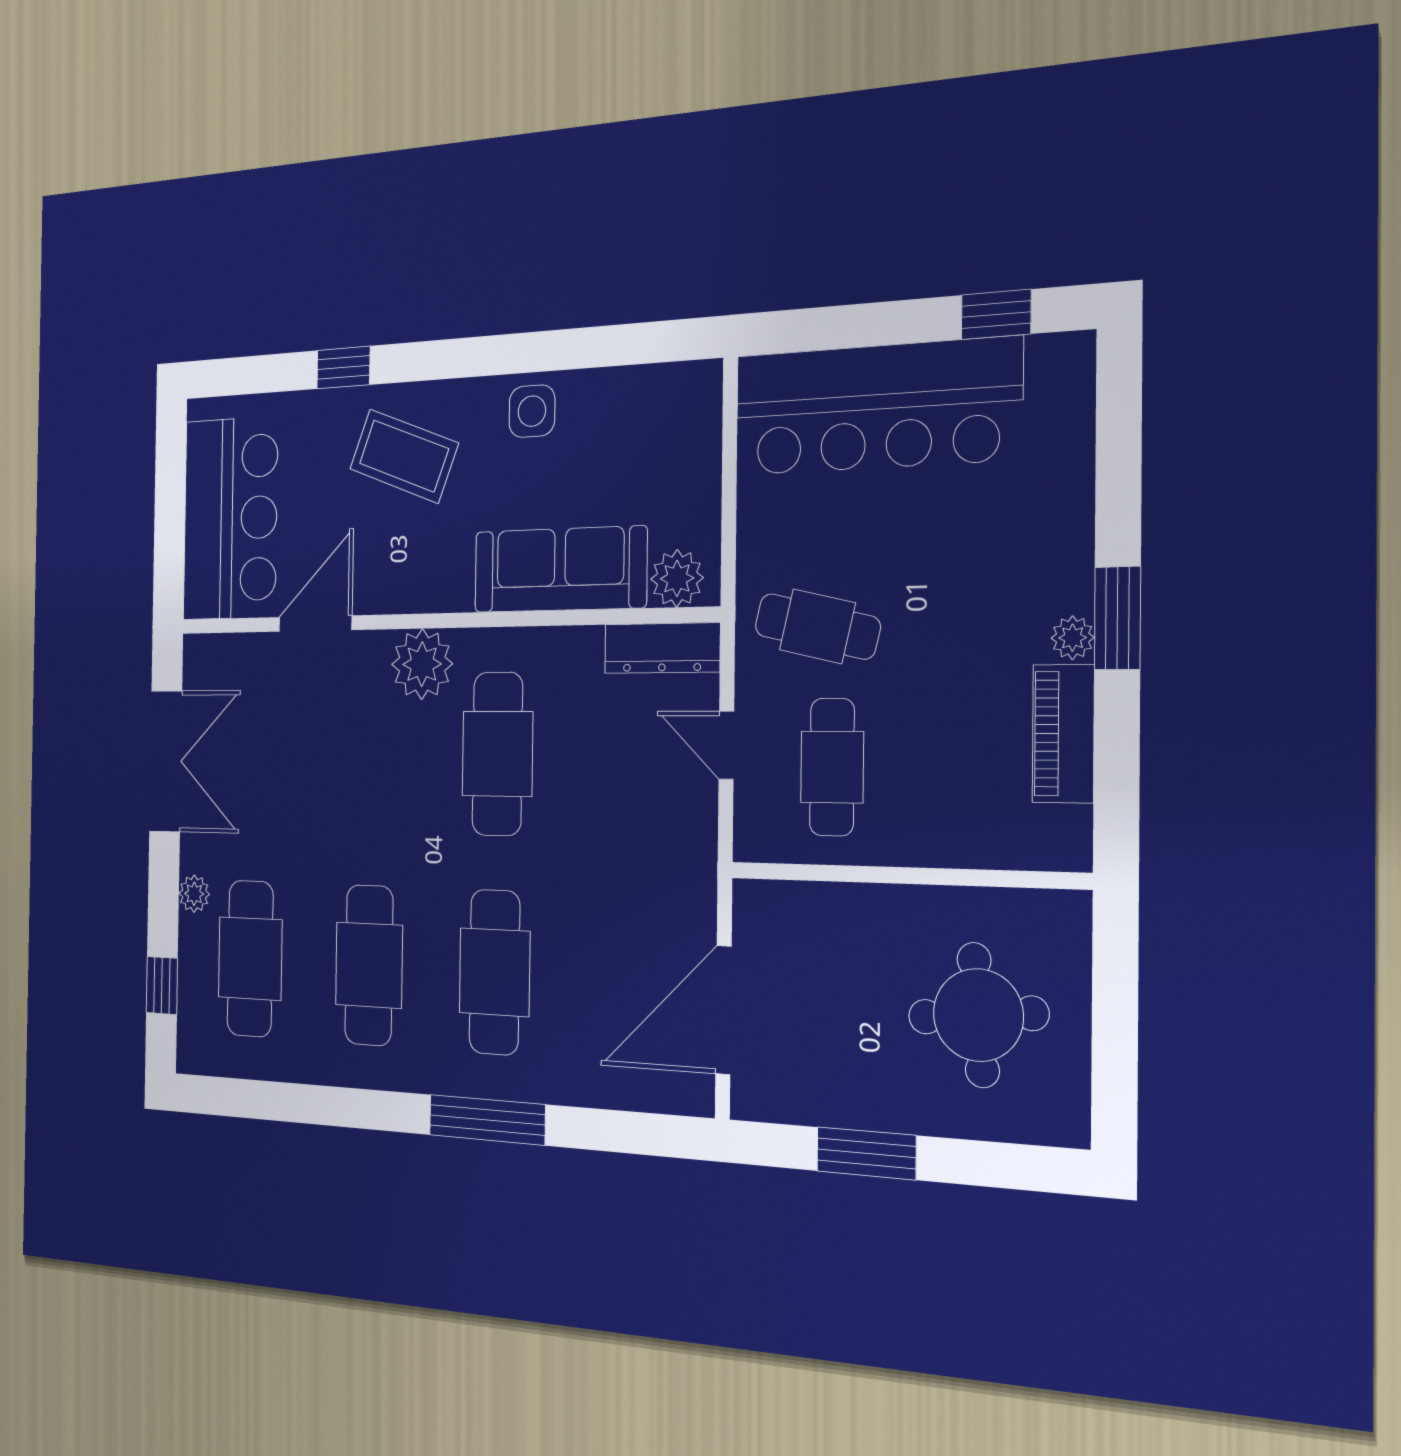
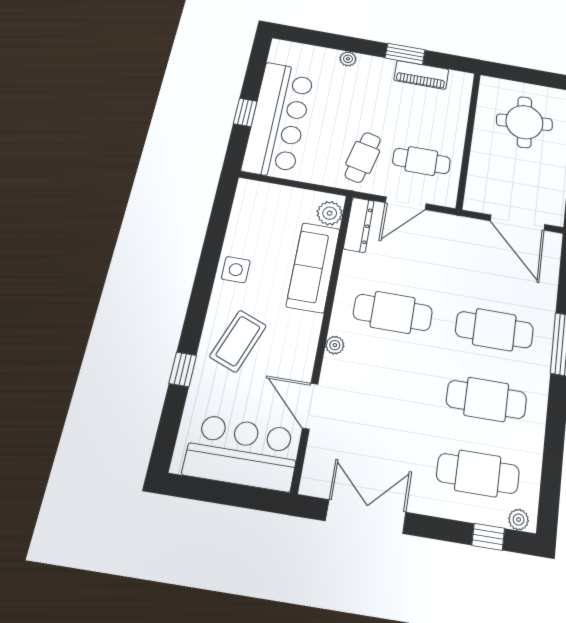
window: (996, 314) -> (245, 112), moved
window: (1117, 618) -> (405, 54), moved
plant: (1073, 638) -> (348, 59), moved
plant: (422, 664) -> (335, 345), width x0.53, depth x0.53
door: (726, 745) -> (406, 203), width x1.37
plant: (194, 894) -> (519, 520), moved

